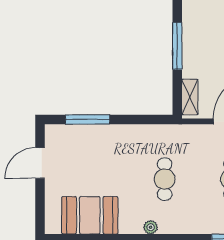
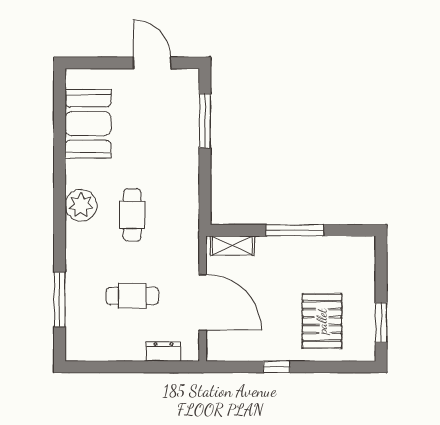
cafe table: (165, 179) -> (132, 215), turned 90
plant: (151, 227) -> (81, 205), width x1.88, depth x1.88

